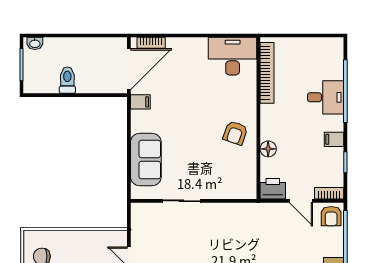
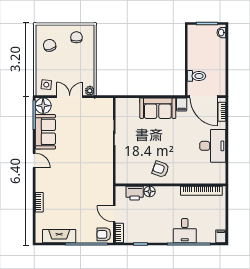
desk: (233, 56) -> (213, 146), moved
toilet: (67, 80) -> (196, 76), moved
filing cabinet: (334, 139) -> (221, 236), moved
sofa: (146, 160) -> (158, 108), moved
printer: (273, 189) -> (135, 193), moved, turned 90
door: (301, 201) -> (114, 214), hinge flipped
plant: (120, 237) -> (90, 91), added

